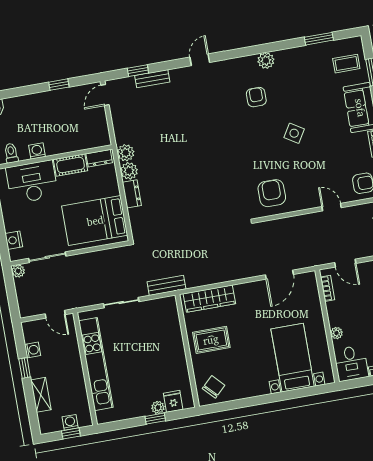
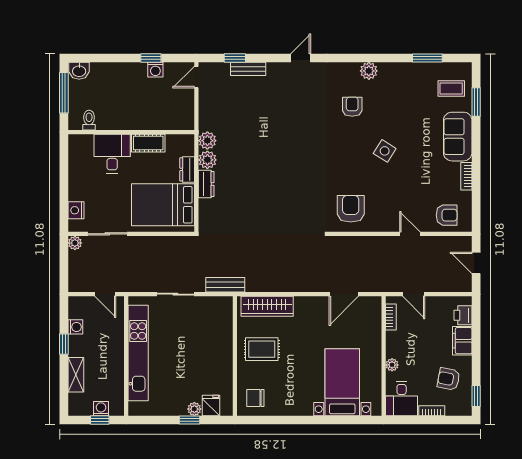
washing machine: (37, 151) -> (155, 70), moved, turned 180
dresser: (99, 158) -> (187, 169), moved, turned 90
desk: (32, 182) -> (112, 154), width x0.73
chair: (214, 387) -> (255, 398), turned -136

